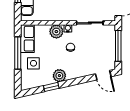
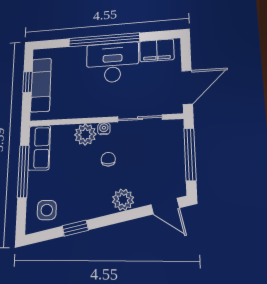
side table: (33, 63) -> (47, 210), moved
plant: (59, 76) -> (123, 200), moved

